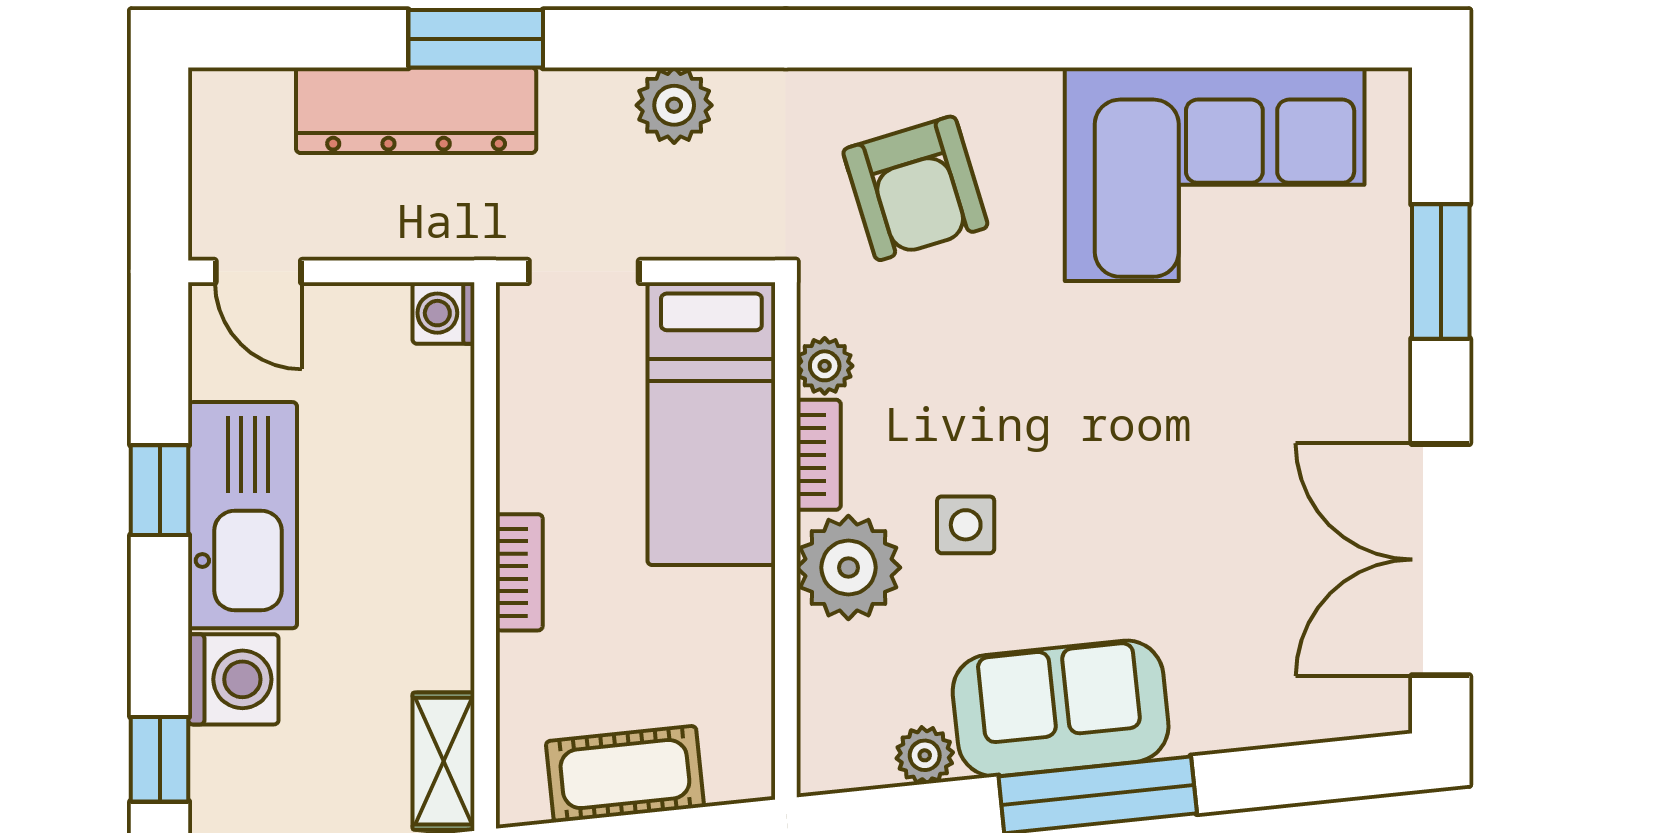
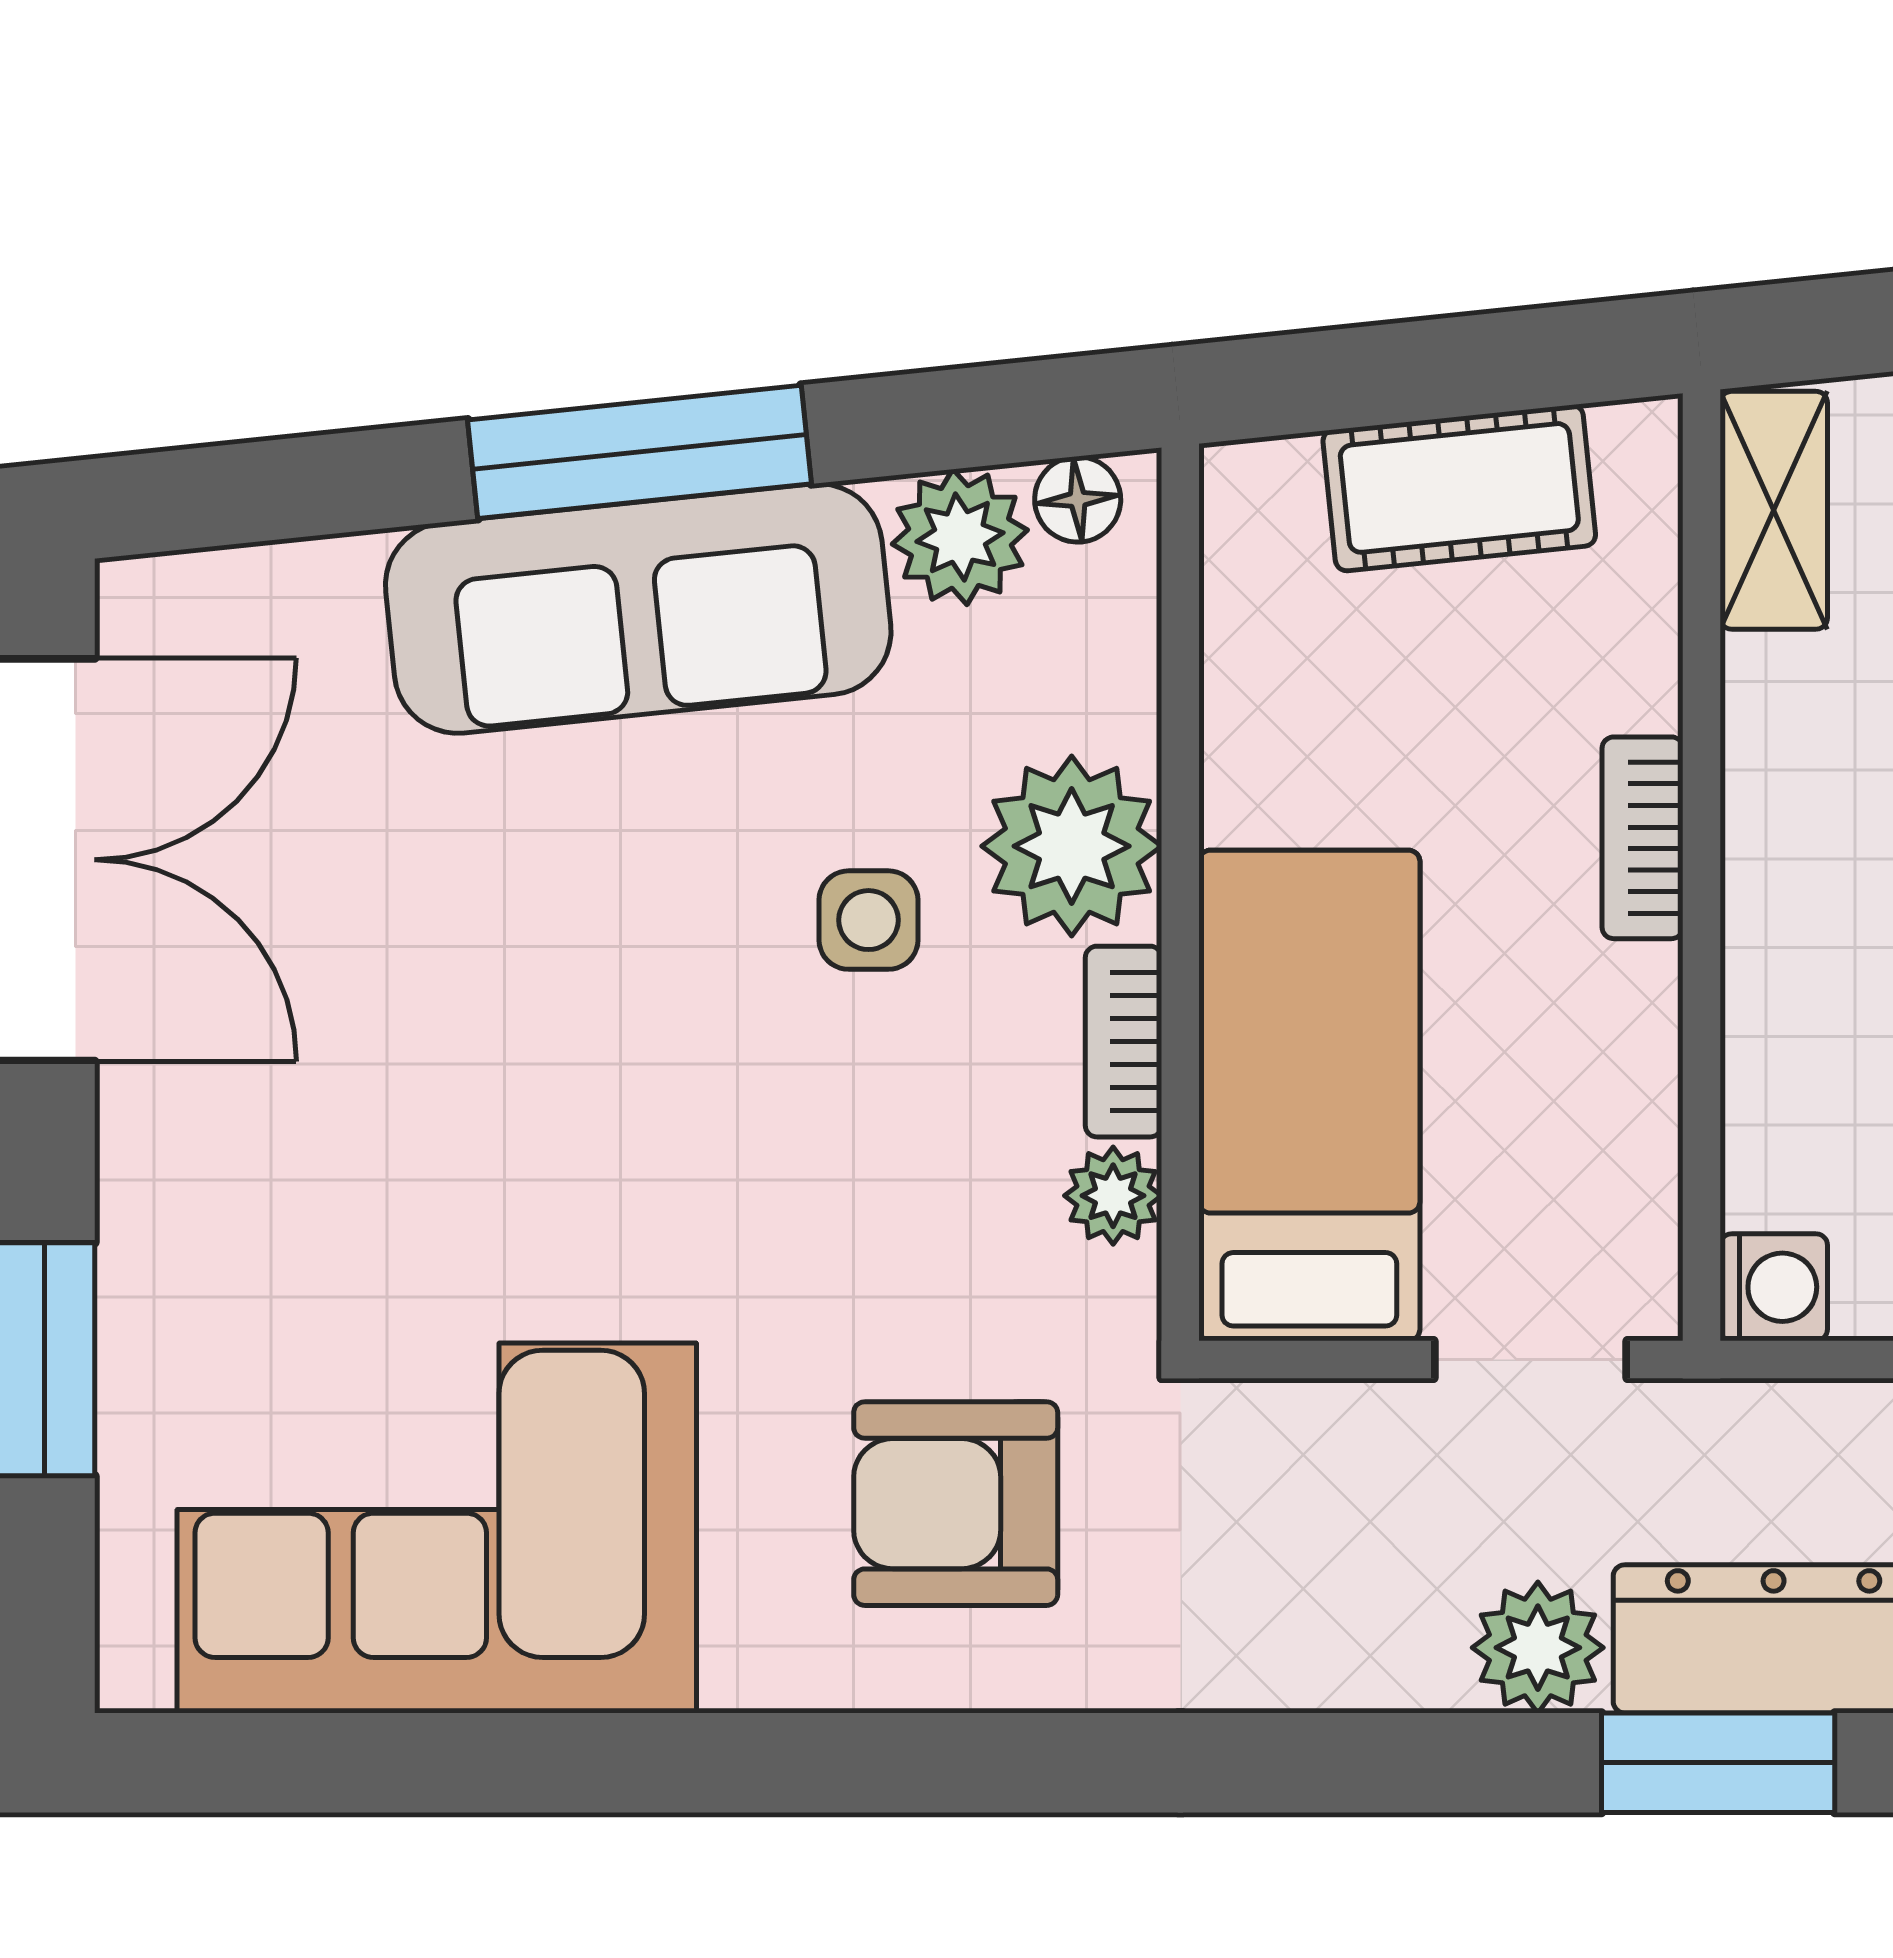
plant: (674, 105) -> (1538, 1648), moved
armchair: (915, 188) -> (956, 1504), turned -73
sofa: (1061, 708) -> (638, 609), width x1.36
plant: (925, 755) -> (960, 537), width x1.38, depth x1.38
floor lamp: (845, 767) -> (1078, 499), added

